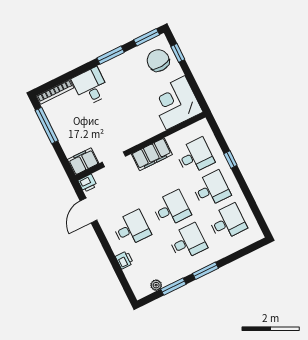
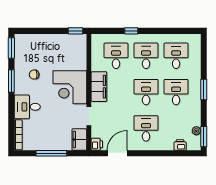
window: (178, 53) -> (76, 31), moved
chair: (158, 60) -> (34, 75), moved, width x0.54, depth x0.54
corner desk: (176, 103) -> (70, 87), moved
window: (47, 126) -> (51, 153), moved
door: (89, 210) -> (117, 153), swing flipped
printer: (124, 260) -> (180, 145), moved
window: (173, 287) -> (204, 137), moved

